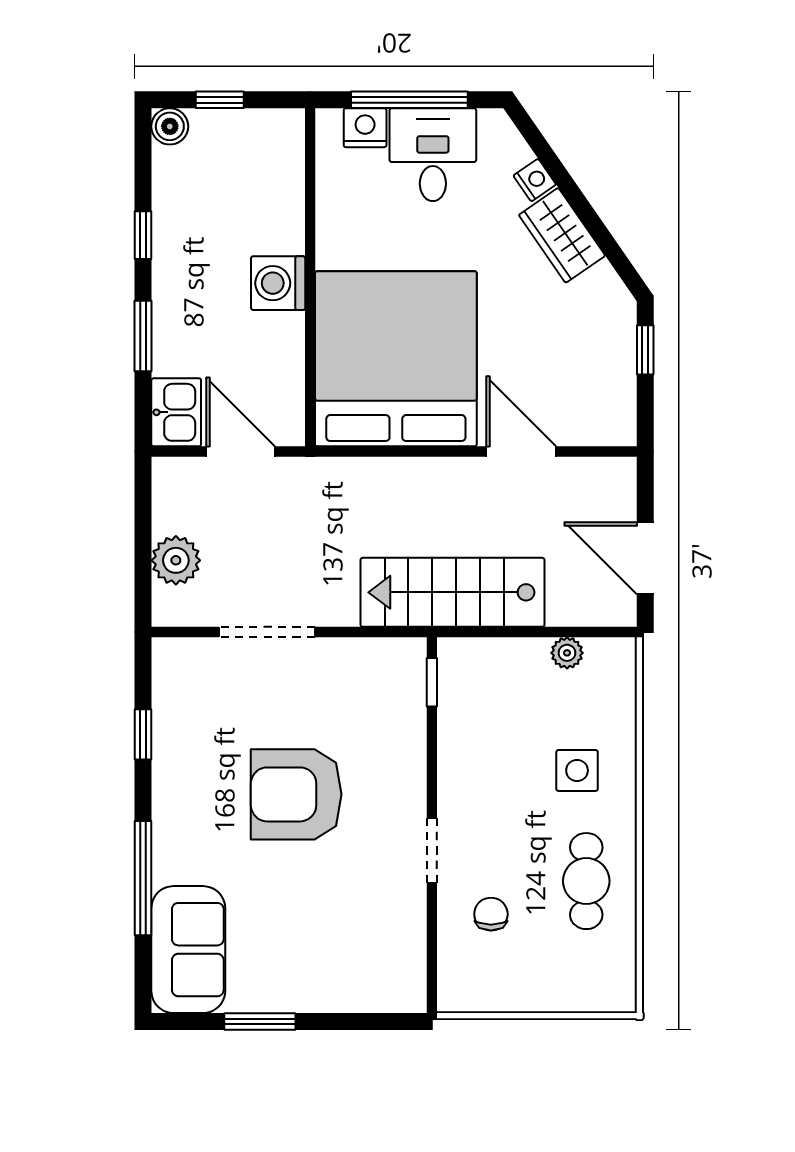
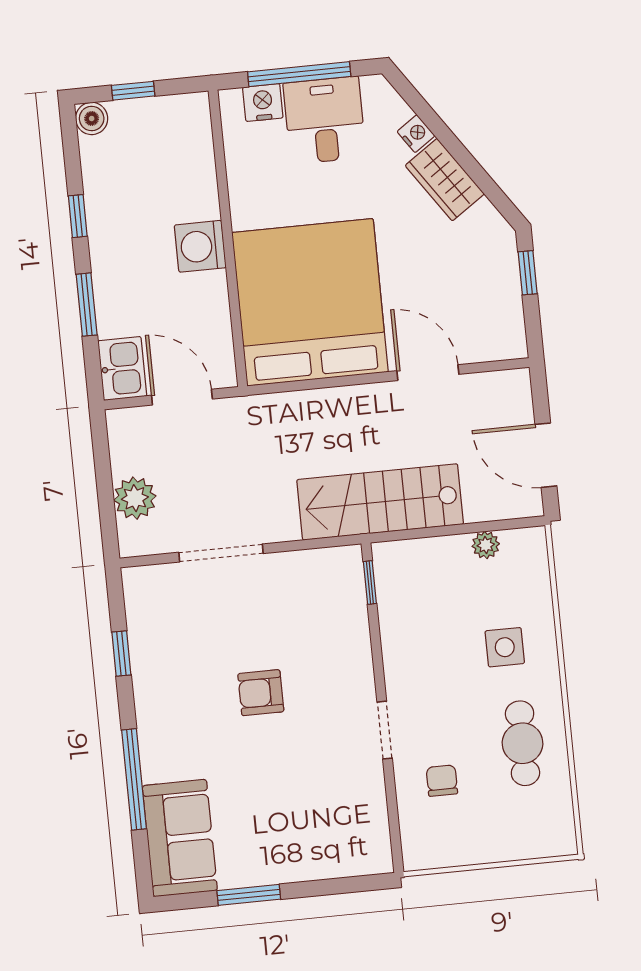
armchair: (296, 794) -> (261, 693), width x0.53, depth x0.53

